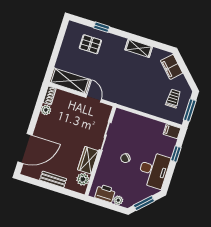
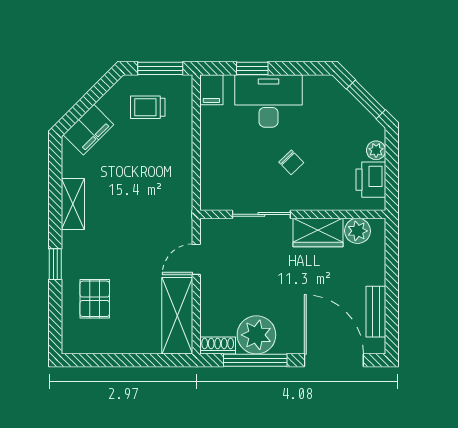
window: (102, 27) -> (55, 264), moved
plant: (46, 110) -> (256, 335), width x1.87, depth x1.87
window: (37, 111) -> (255, 360), added
desk: (154, 170) -> (268, 101), moved
bench: (53, 179) -> (376, 312), moved

